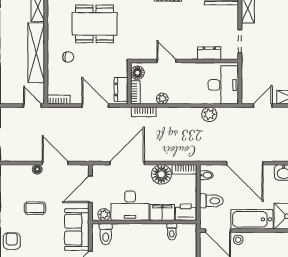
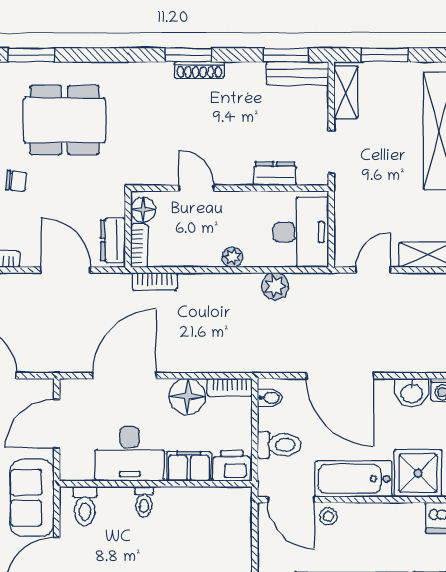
plant: (162, 99) -> (232, 257), moved
plant: (104, 215) -> (82, 470), removed
toilet: (172, 232) -> (144, 502), moved

